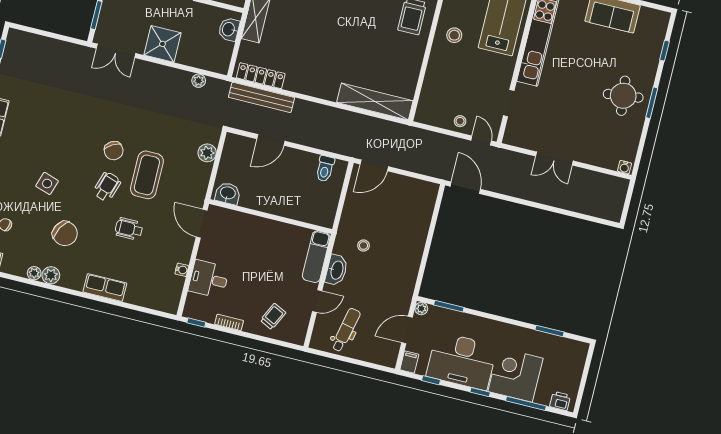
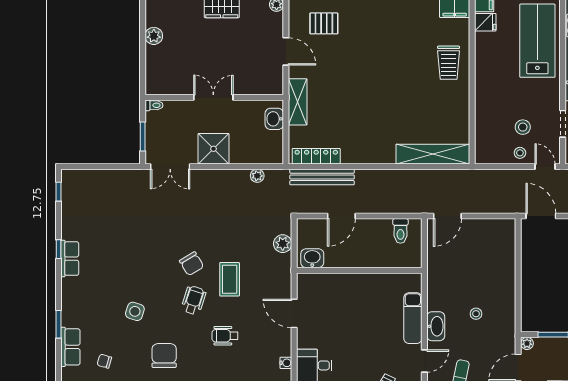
stool: (454, 35) -> (523, 127), moved
coffee table: (147, 175) -> (230, 279), width x0.73, depth x0.76
washbasin: (228, 193) -> (312, 258), moved
wall: (271, 216) -> (359, 270), moved
chair: (65, 234) -> (164, 356), turned -119
stool: (363, 246) -> (476, 314), moved

